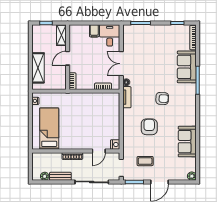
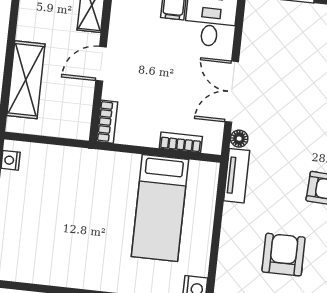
bed: (49, 129) -> (160, 208), moved, turned 180

